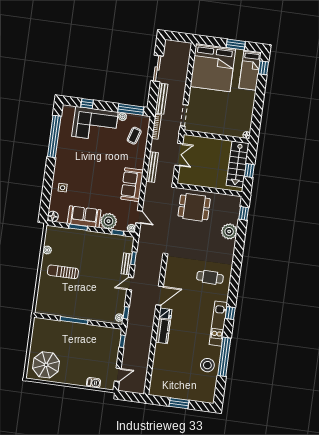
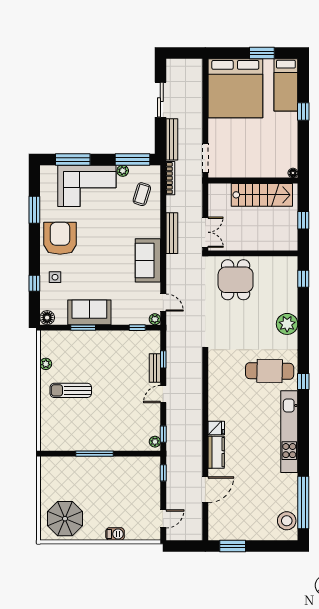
window: (263, 68) -> (303, 112), moved
window: (87, 104) -> (73, 160), width x2.17
window: (54, 136) -> (34, 210), width x0.47
double door: (179, 154) -> (205, 232), moved
armchair: (70, 160) -> (60, 238), added
stairs: (238, 164) -> (262, 195), moved, turned -90
window: (47, 190) -> (34, 283), added
dining table: (194, 207) -> (236, 280), turned 90
plant: (109, 221) -> (123, 314), removed
plant: (229, 231) -> (287, 324), moved
cafe table: (210, 277) -> (270, 371), width x1.37, depth x1.35
door: (160, 296) -> (205, 490), moved
window: (230, 313) -> (303, 381), moved
kitchen unit: (218, 324) -> (289, 432), width x1.36
window: (224, 357) -> (303, 502), moved
stool: (207, 365) -> (287, 521), moved
barbecue: (93, 383) -> (115, 534), moved
window: (179, 403) -> (233, 546), moved

